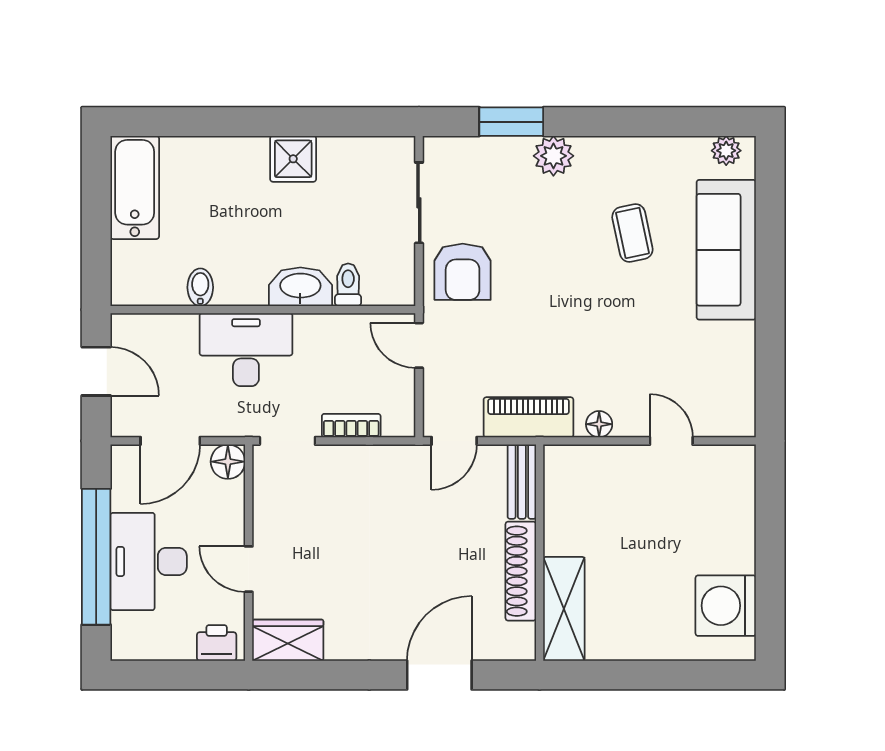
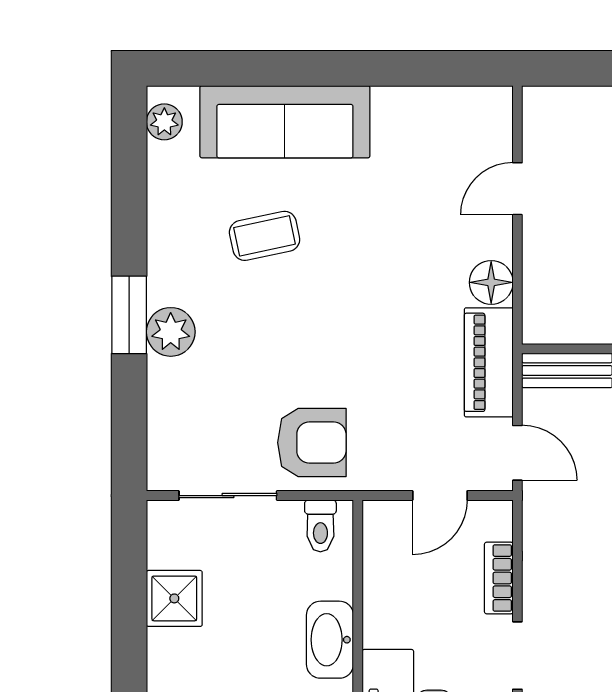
window: (511, 122) -> (129, 315), moved
shower: (293, 159) -> (174, 598), moved
toilet: (348, 285) -> (320, 526), moved, turned -90
door: (419, 345) -> (440, 496), moved
floor lamp: (599, 424) -> (491, 282), width x1.37, depth x1.37

